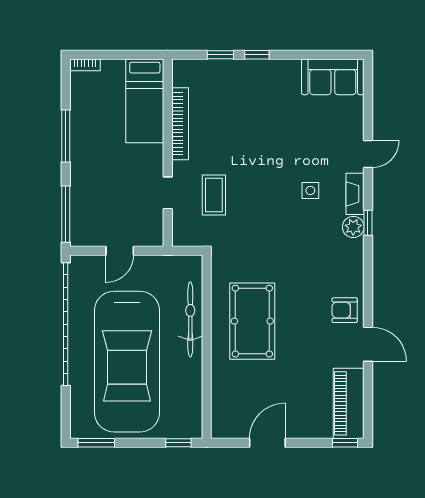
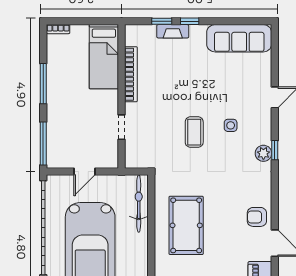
sofa: (333, 77) -> (239, 38), width x1.36
fireplace: (355, 194) -> (173, 31), moved, turned -90
coffee table: (214, 195) -> (194, 132), moved
bicycle: (190, 319) -> (139, 204), moved

